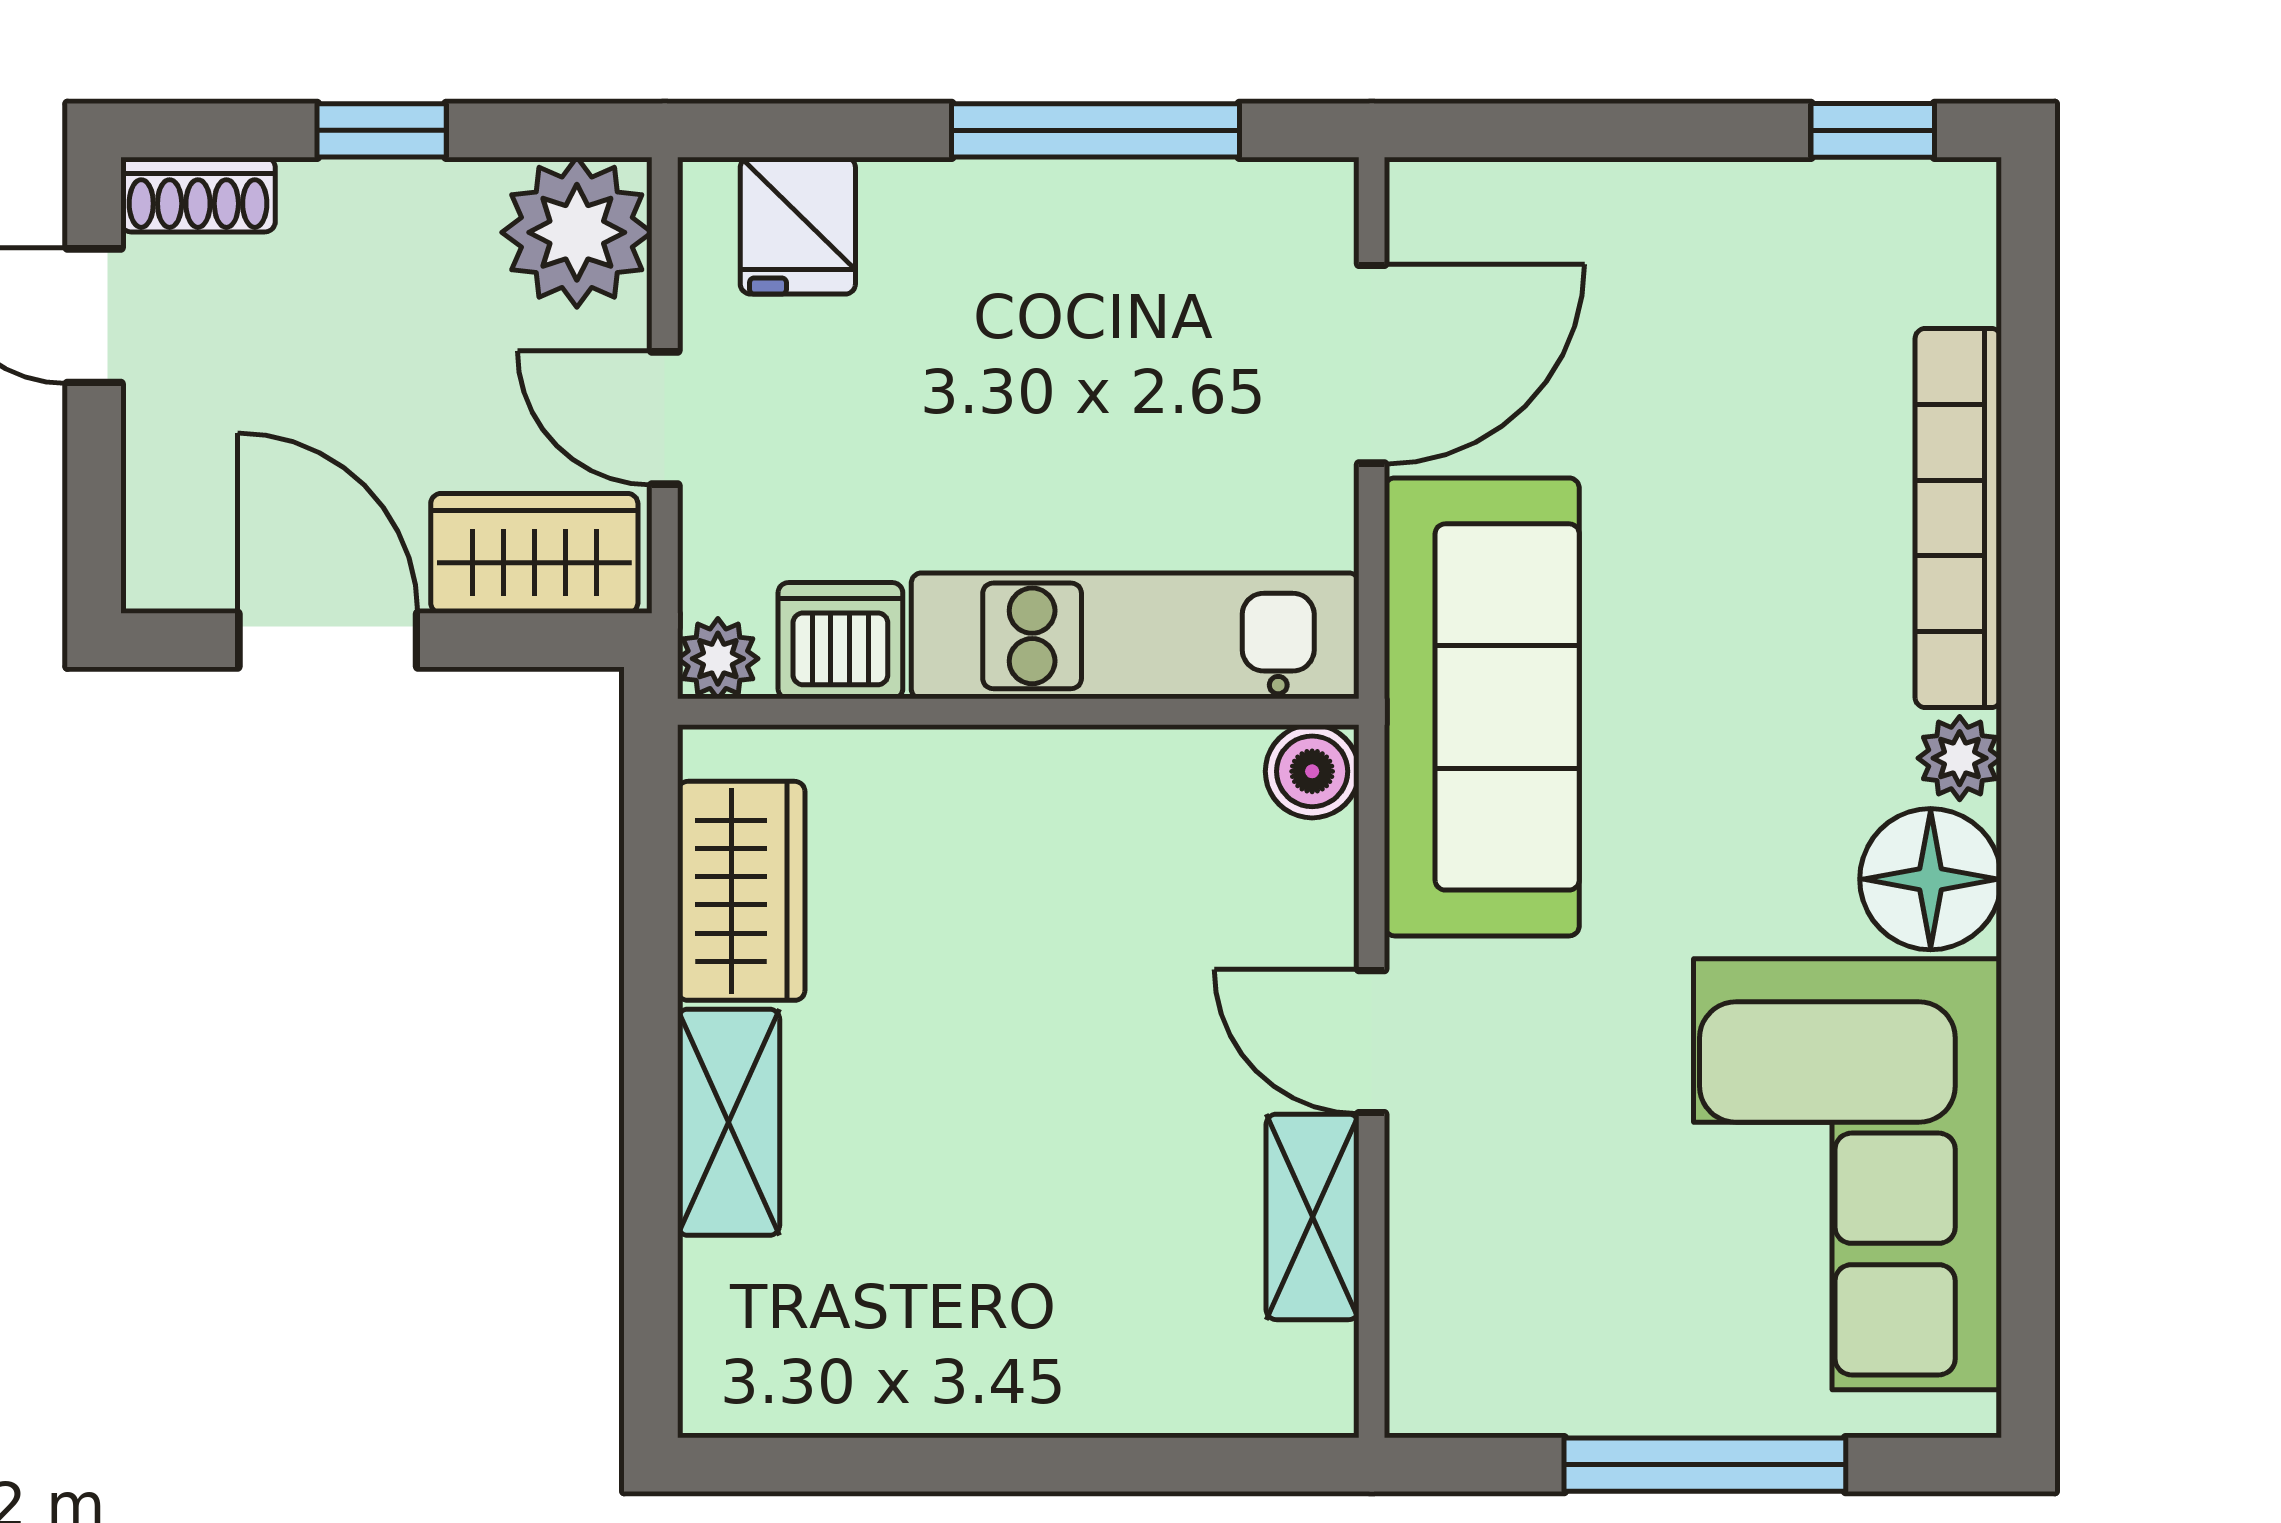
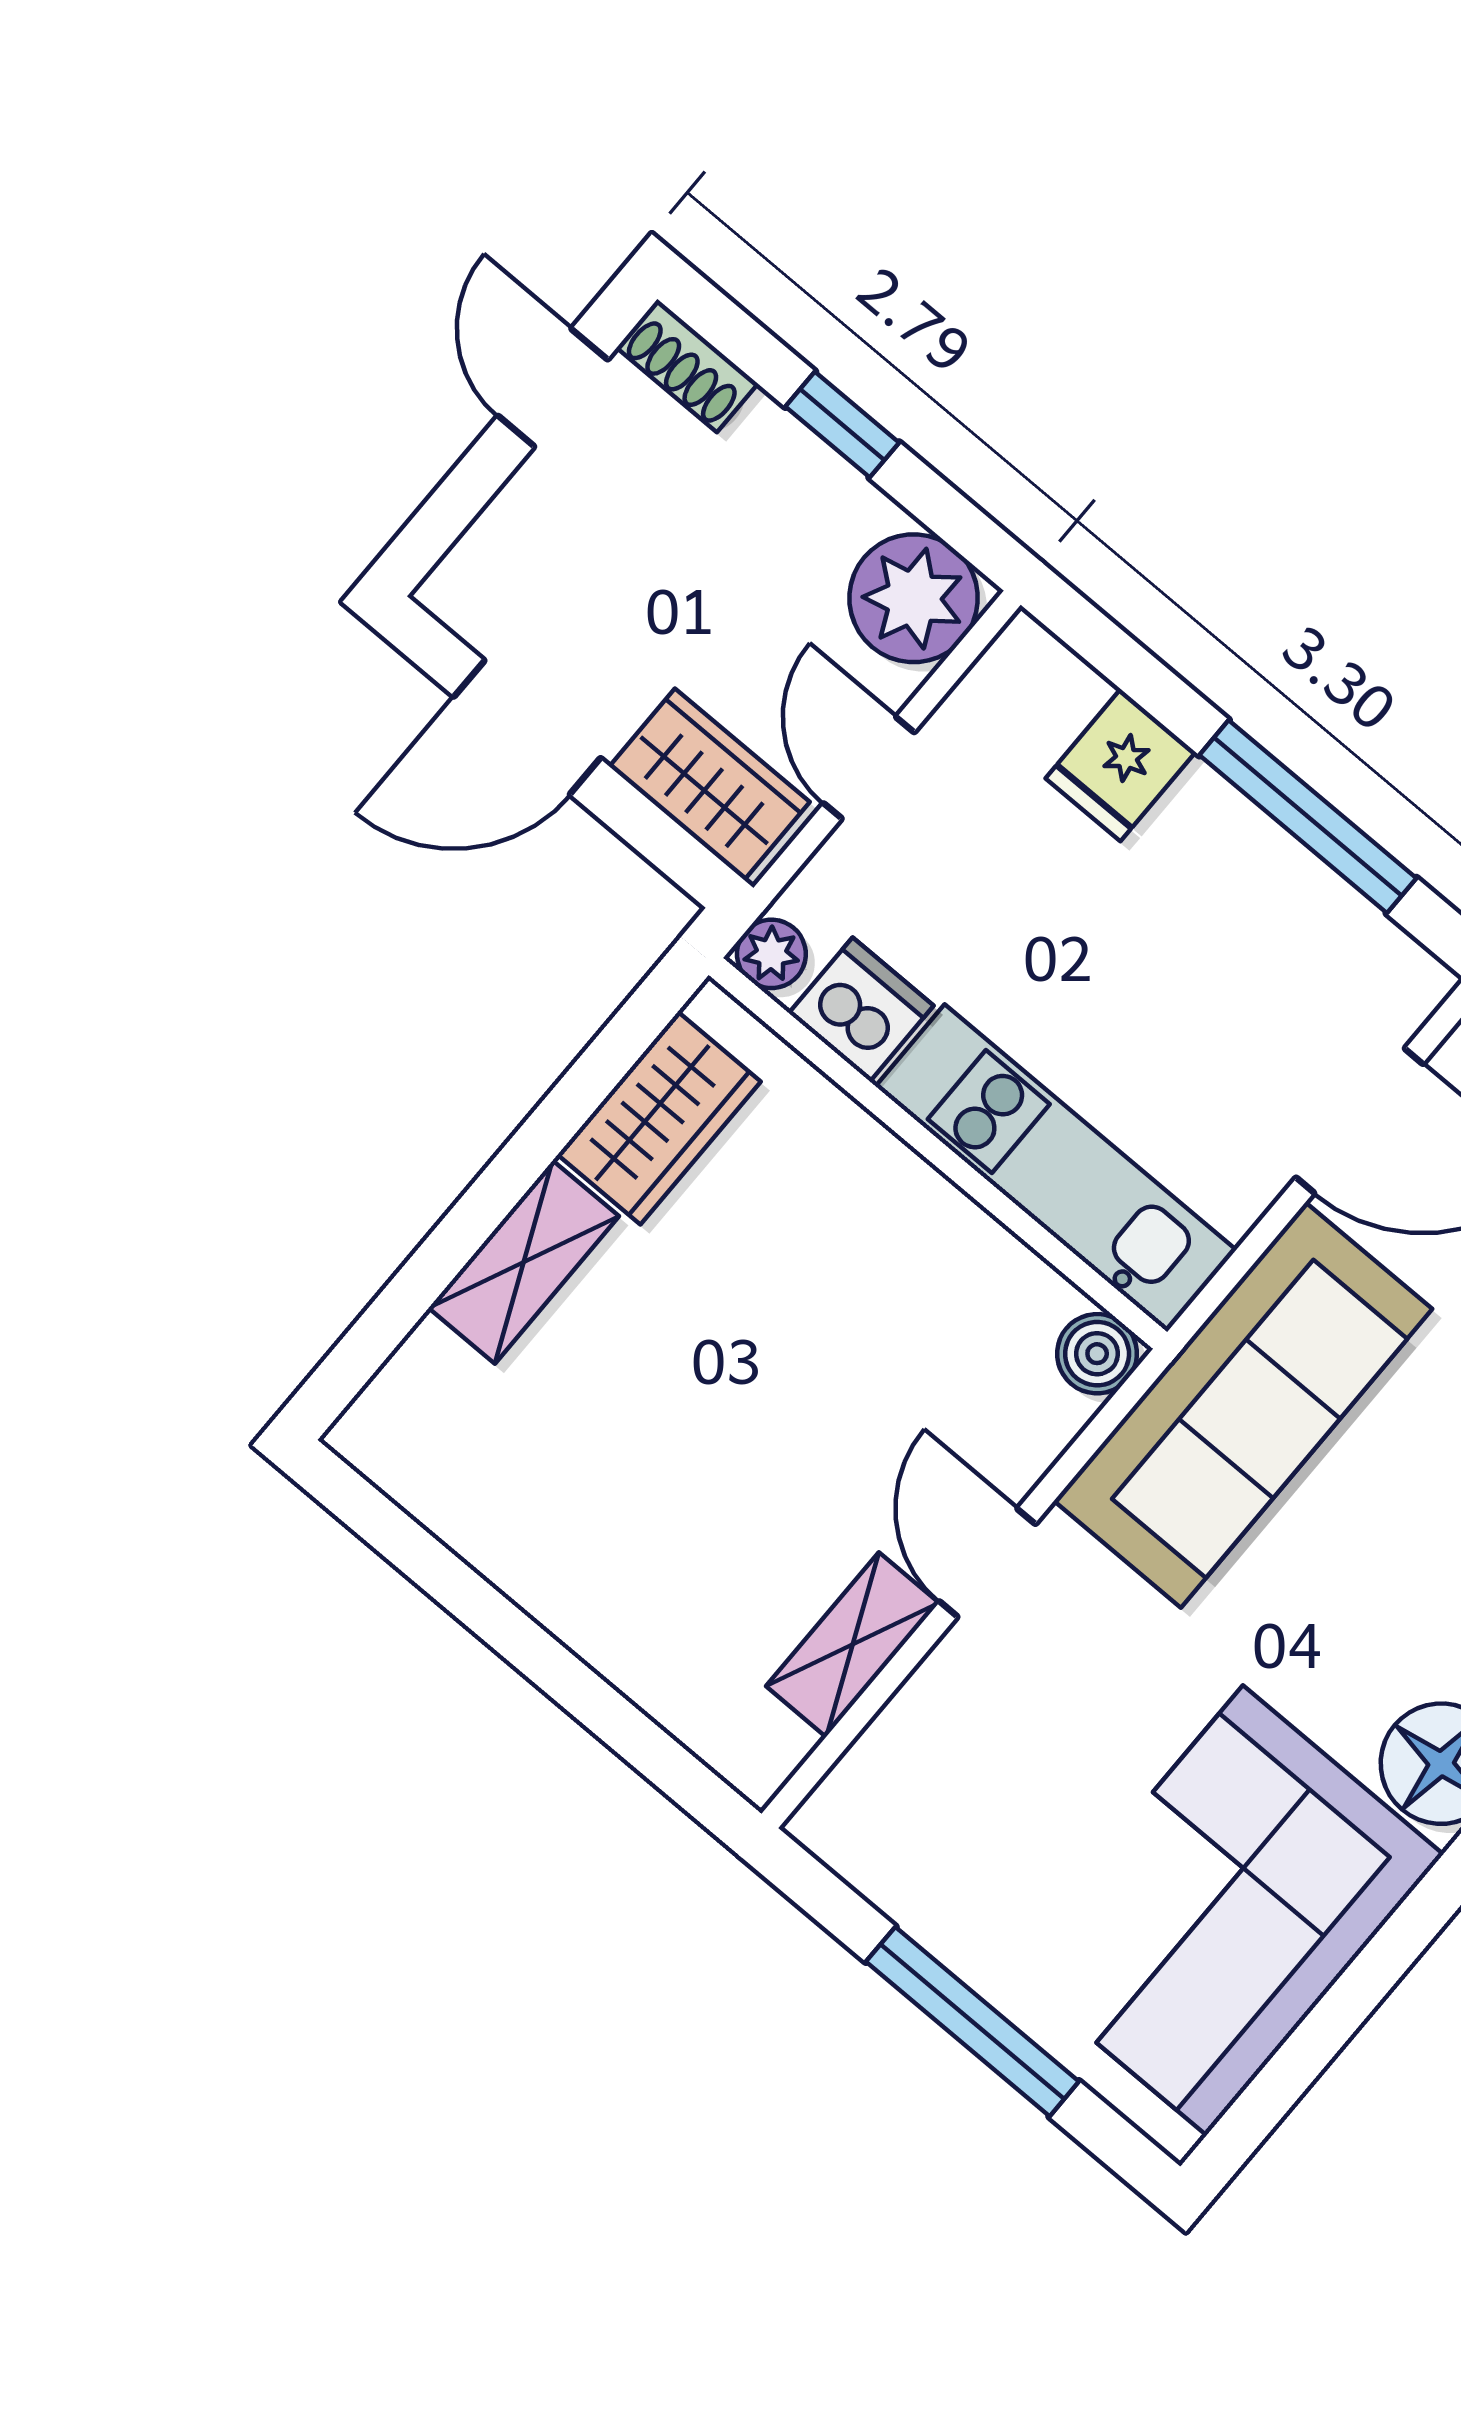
fridge: (798, 226) -> (1120, 765), moved
door: (328, 640) -> (527, 727), swing flipped

